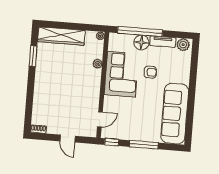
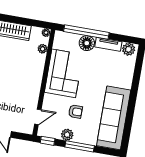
plant: (98, 64) -> (43, 49), moved
armchair: (150, 72) -> (75, 112), moved
plant: (130, 134) -> (67, 135), added

